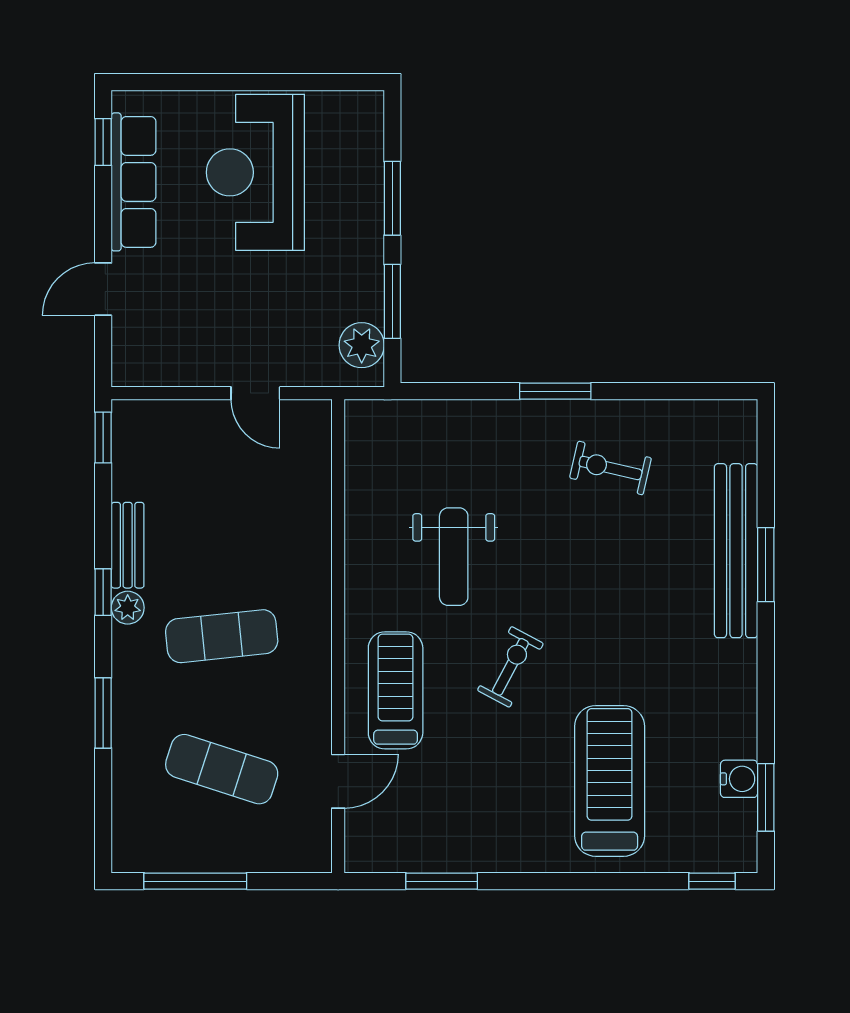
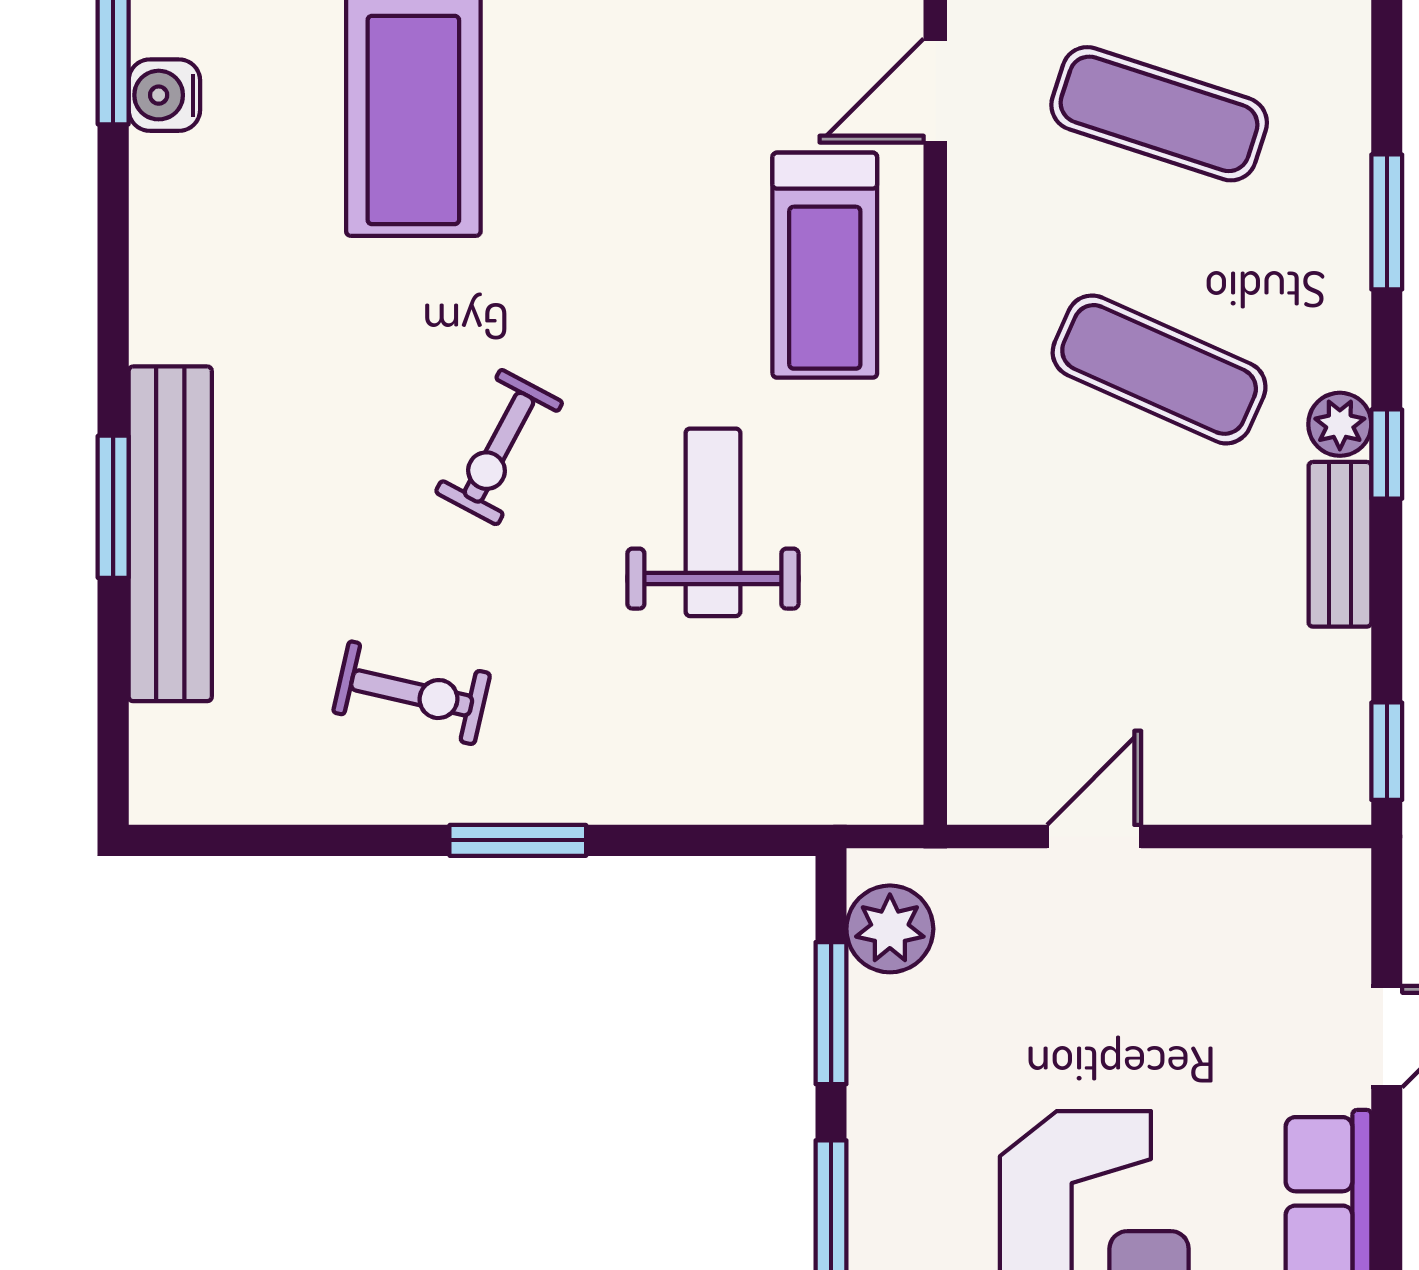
door: (255, 393) -> (1094, 836), hinge flipped
exercise mat: (222, 636) -> (1159, 369), turned 30
exercise bike: (510, 667) -> (499, 447), moved

